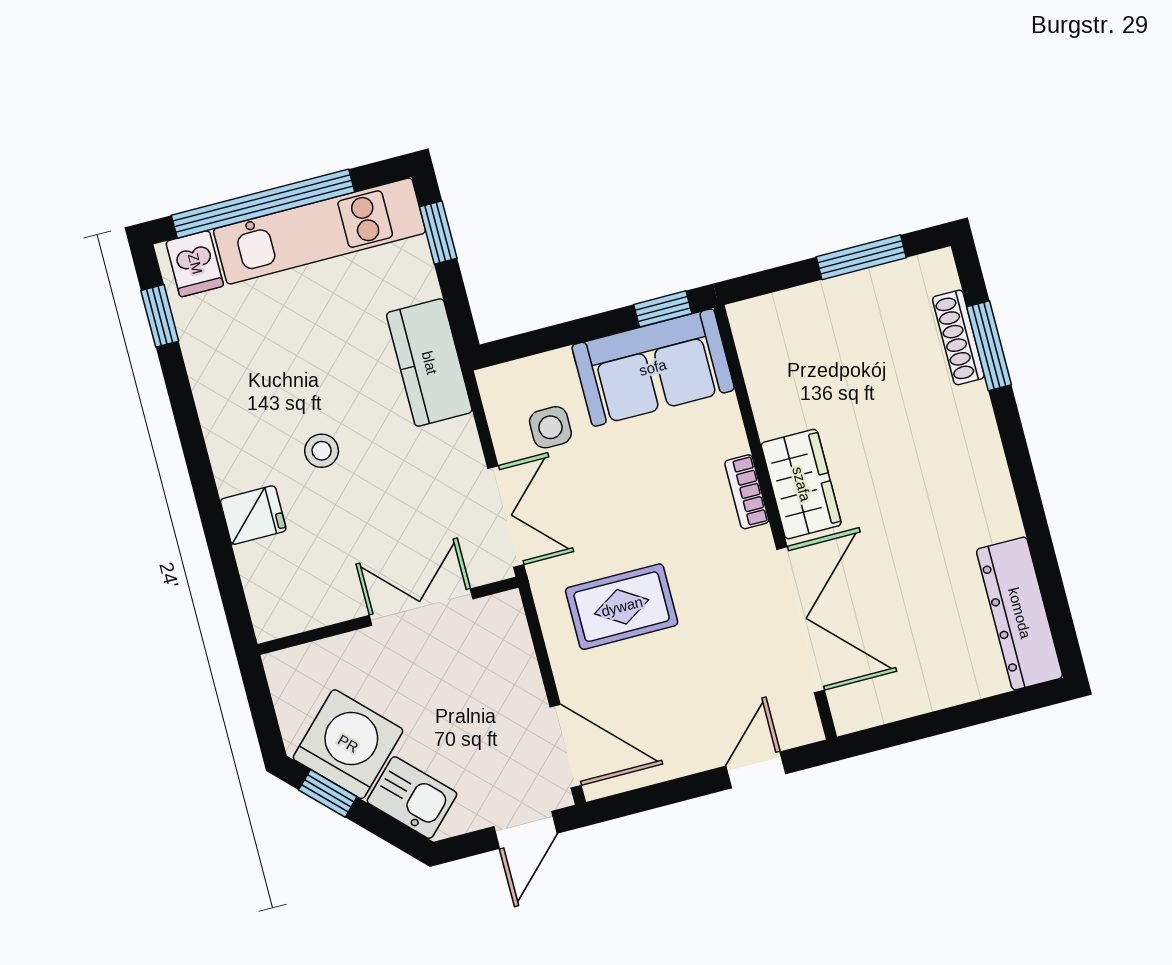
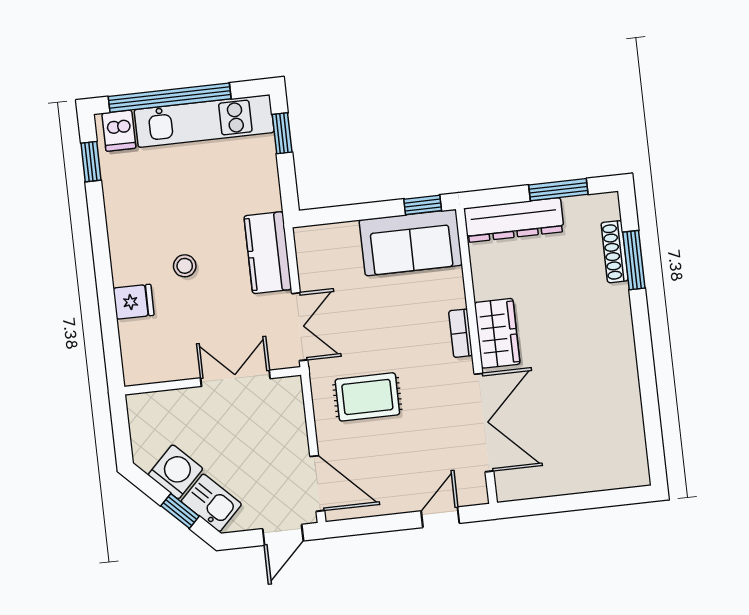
kitchen counter: (429, 363) -> (268, 253), moved
side table: (550, 427) -> (338, 272), removed
dresser: (1019, 613) -> (514, 220), moved, turned -90
washing machine: (348, 744) -> (175, 472), width x0.73, depth x0.73
window: (328, 793) -> (180, 511), moved

